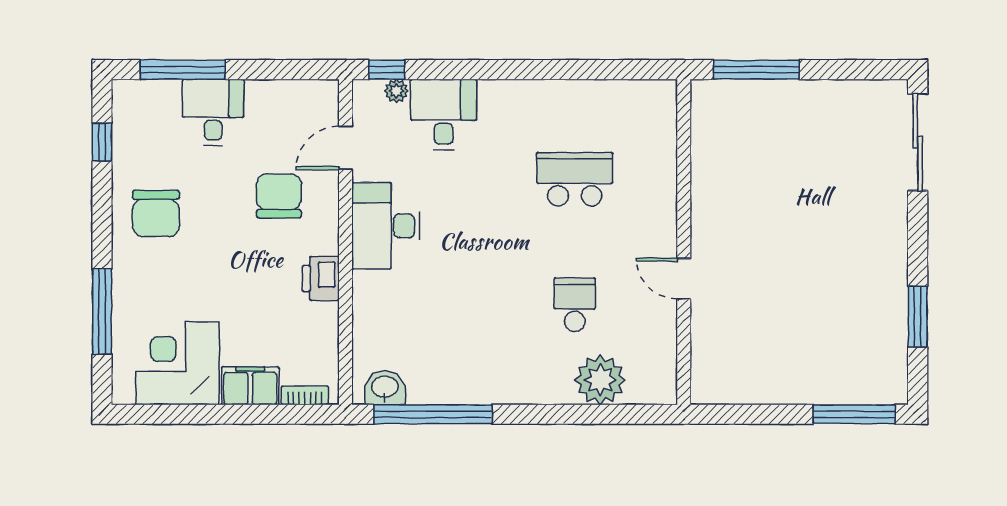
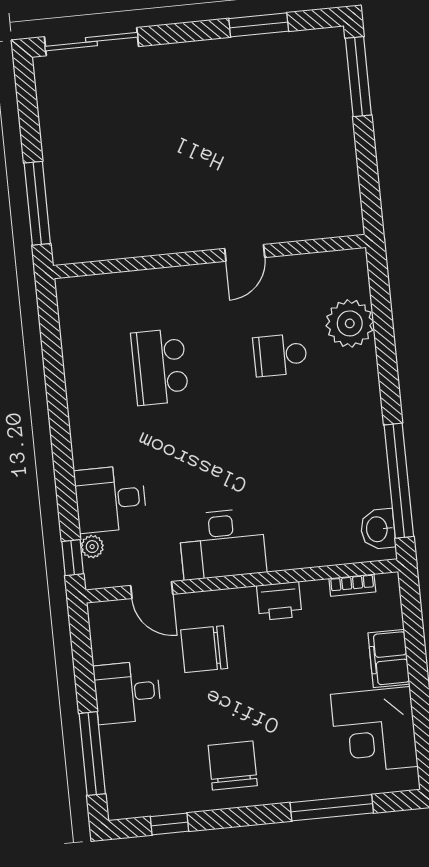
desk: (213, 112) -> (127, 692), moved
chair: (156, 213) -> (233, 765), turned -90
bookcase: (305, 395) -> (352, 585), moved, turned -90

